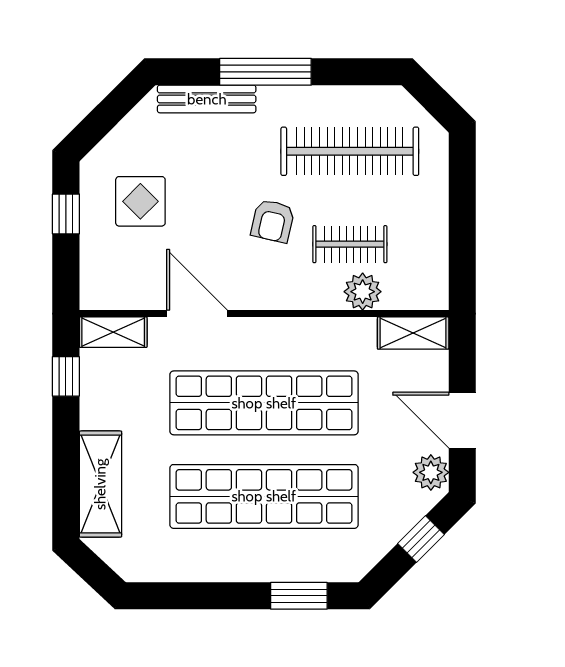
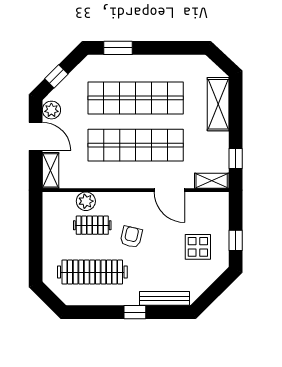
window: (265, 72) -> (135, 312), width x0.46
shelving: (413, 333) -> (51, 170), moved, turned 90

